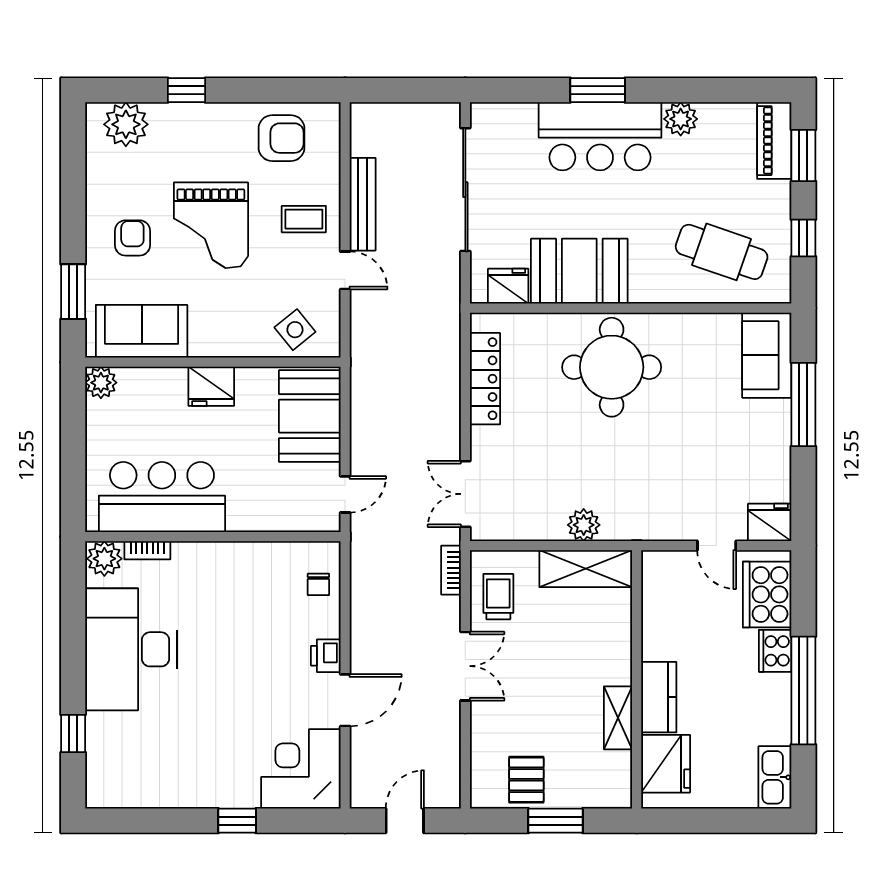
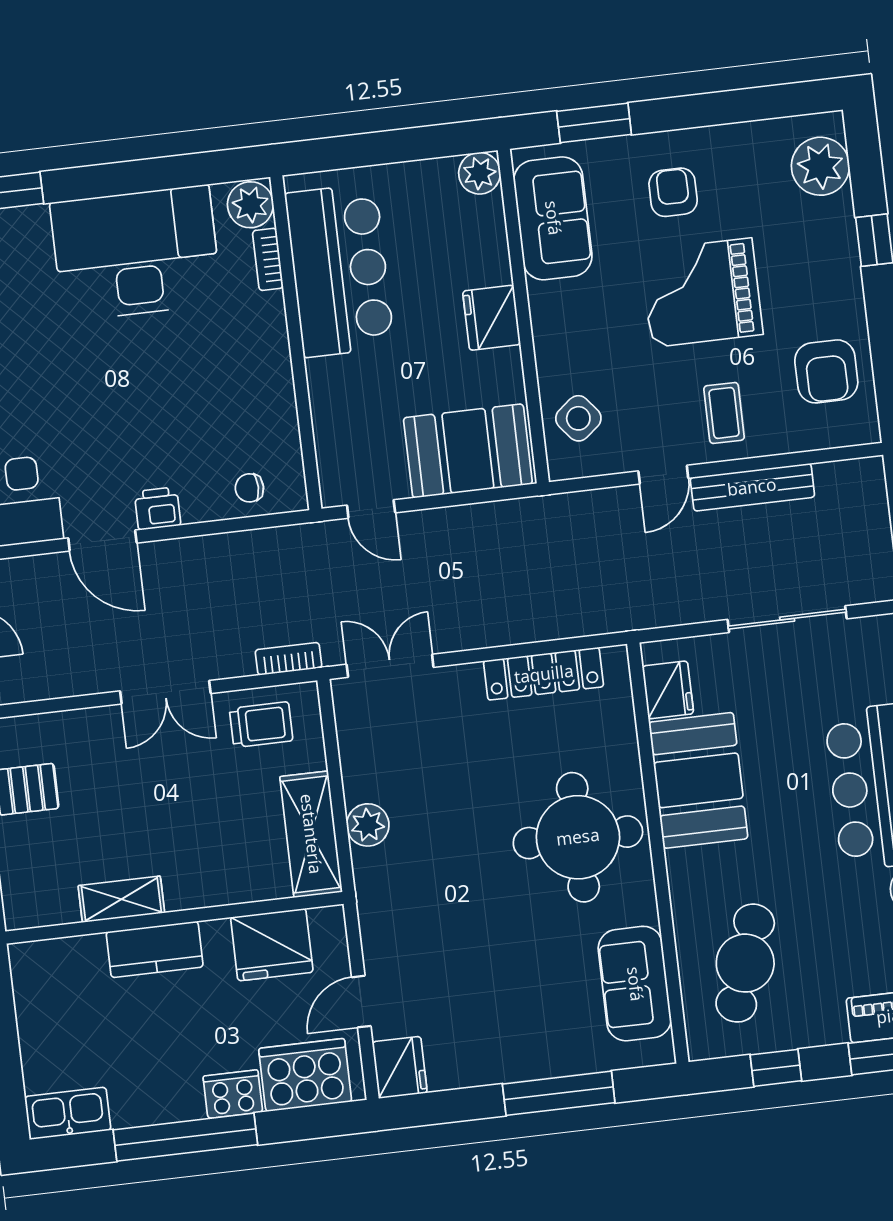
sliding door: (465, 190) -> (787, 619), width x0.73
armchair: (132, 238) -> (673, 192), turned -90
sofa: (767, 355) -> (635, 984), moved, turned -90
fridge: (666, 764) -> (272, 945), moved

